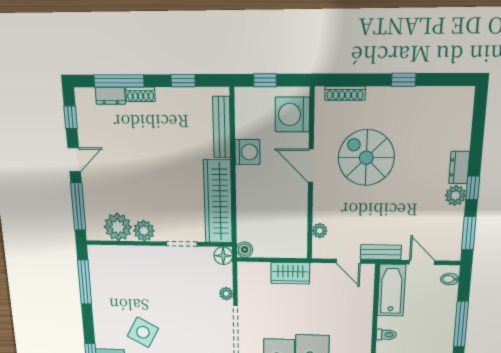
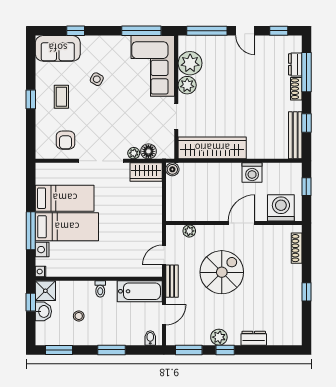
bench: (222, 127) -> (295, 135), moved, turned 90
spiral stairs: (366, 158) -> (222, 272), moved
dresser: (459, 167) -> (254, 338), moved
floor lamp: (223, 256) -> (148, 151), moved
corner sofa: (124, 270) -> (153, 66), added
wardrobe: (290, 273) -> (146, 172), moved, turned -90
window: (461, 324) -> (111, 350), width x0.69
side table: (143, 332) -> (97, 79), width x0.54, depth x0.54

